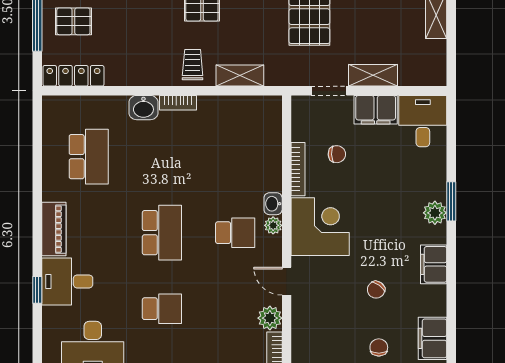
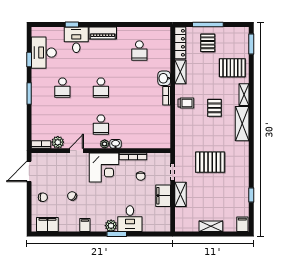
shelving: (240, 76) -> (180, 72), moved
desk: (423, 121) -> (130, 219), moved, turned 90
school desk: (89, 157) -> (139, 51), width x0.54
school desk: (162, 233) -> (101, 88), width x0.54
filing cabinet: (434, 264) -> (85, 225), width x0.50

